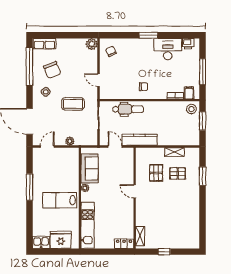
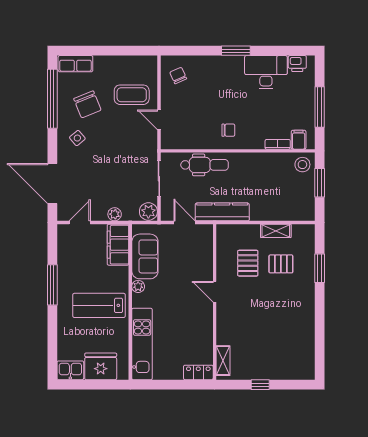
plant: (92, 44) -> (148, 212), moved
coffee table: (73, 104) -> (132, 95), moved
filing cabinet: (72, 161) -> (118, 245), added

